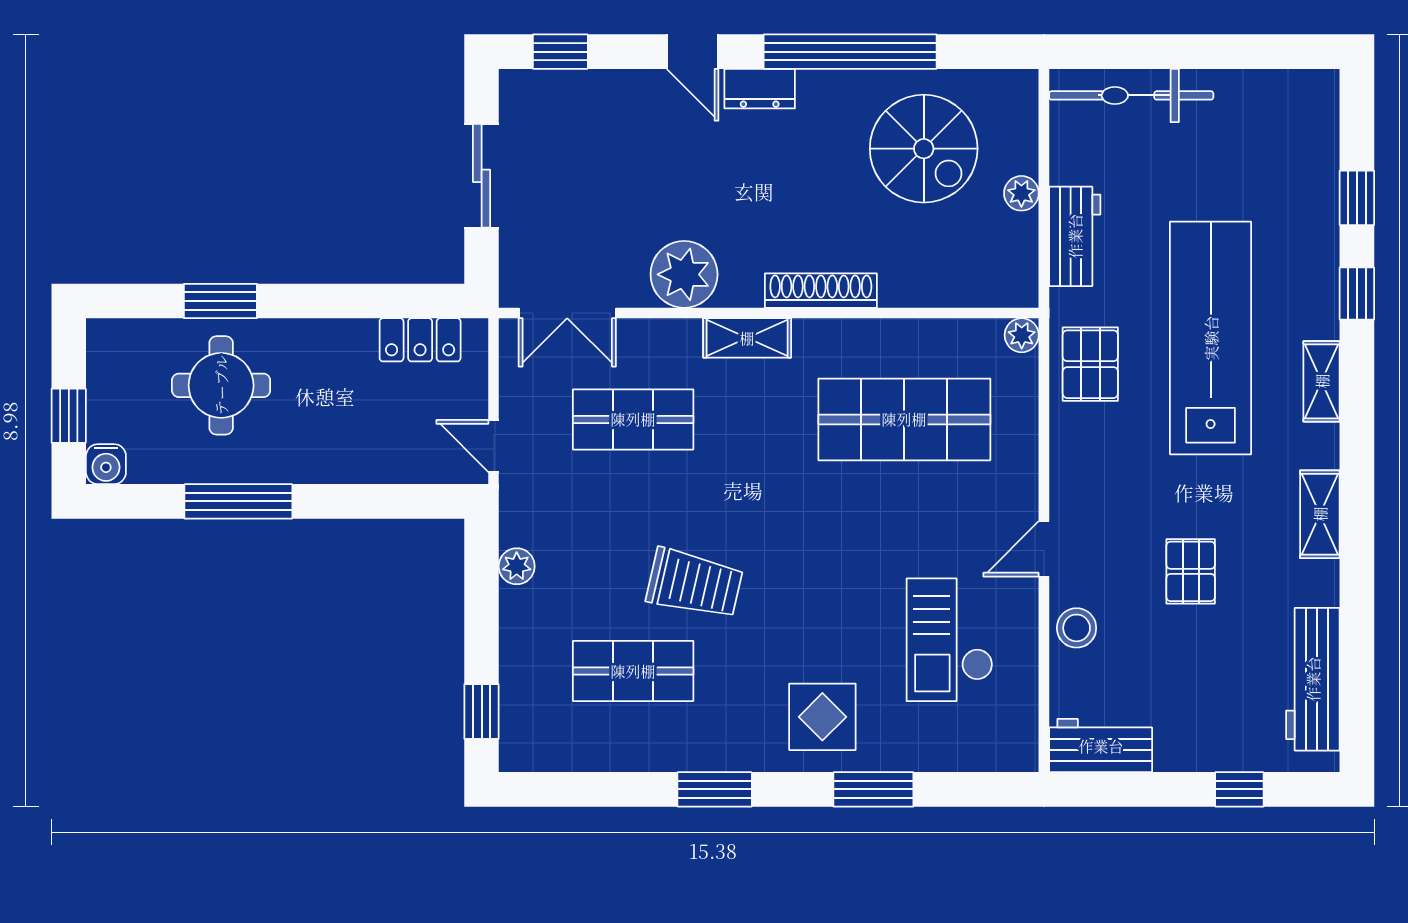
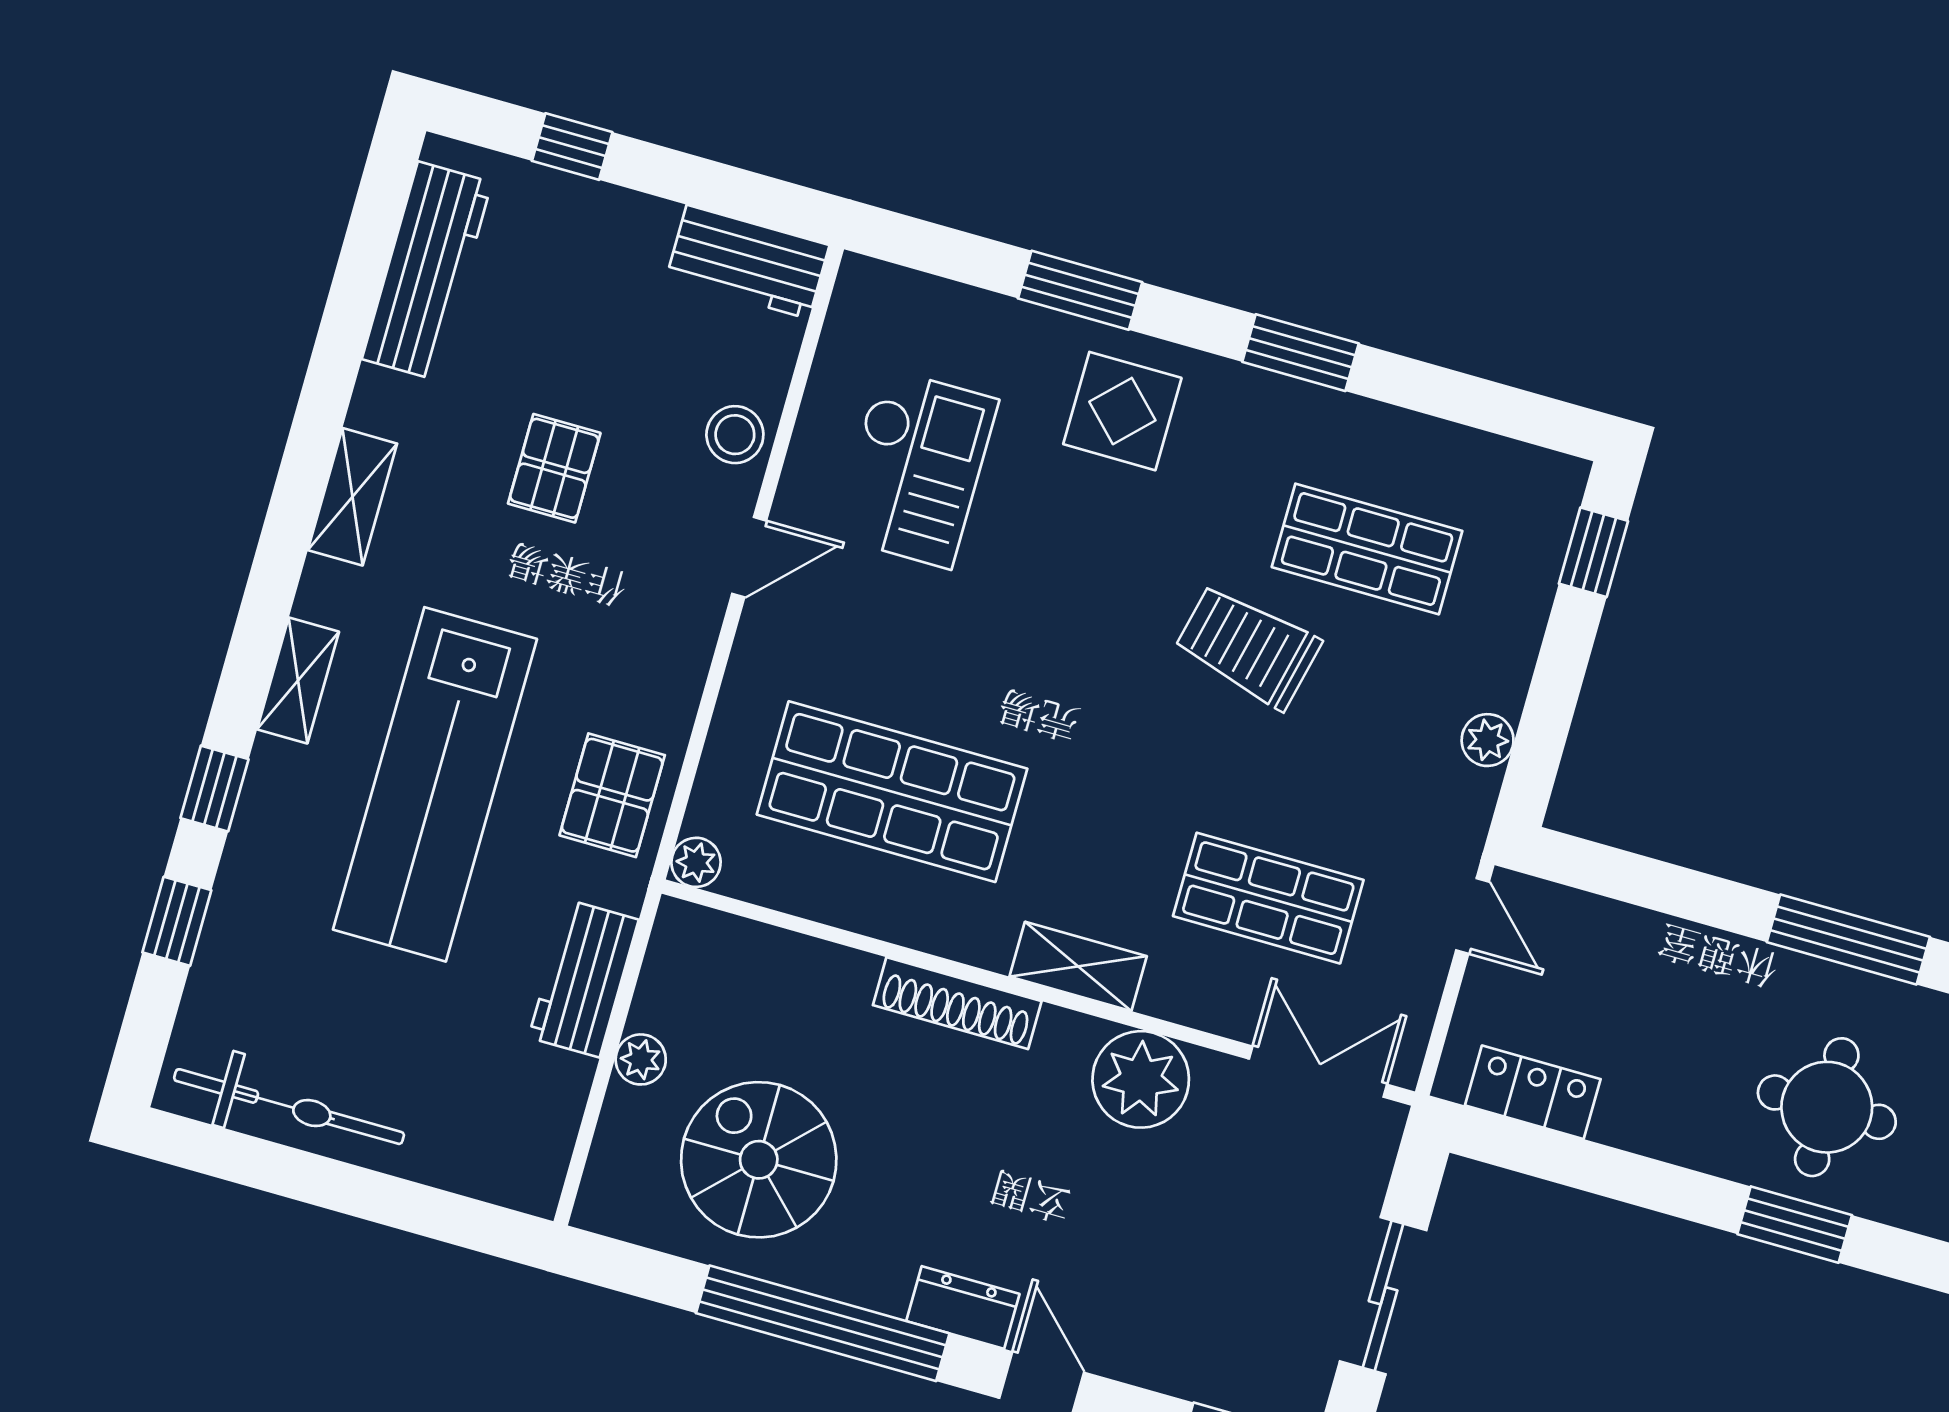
bicycle: (1131, 95) -> (289, 1107), moved

